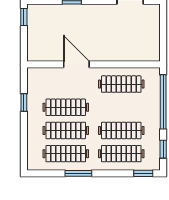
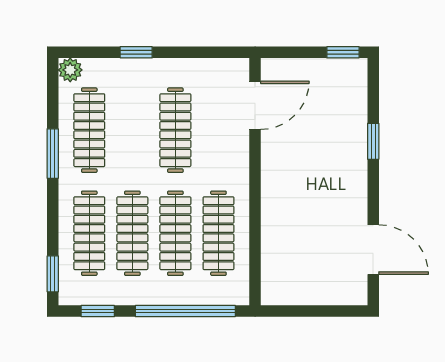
door: (76, 64) -> (255, 105), moved
window: (24, 102) -> (136, 52), moved
clothes rail: (66, 130) -> (175, 233), moved
plant: (33, 164) -> (70, 70), added

